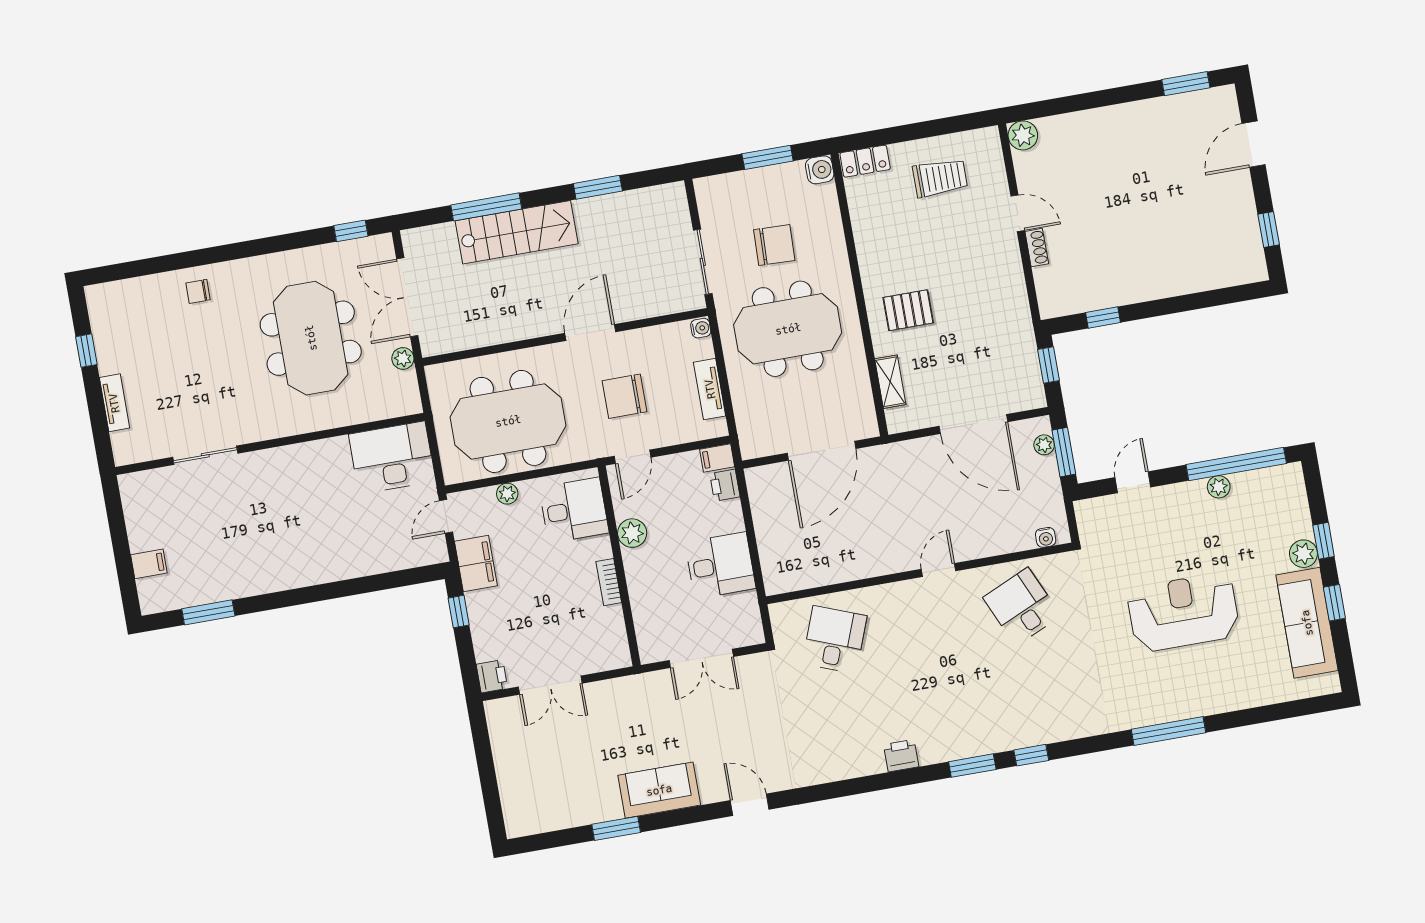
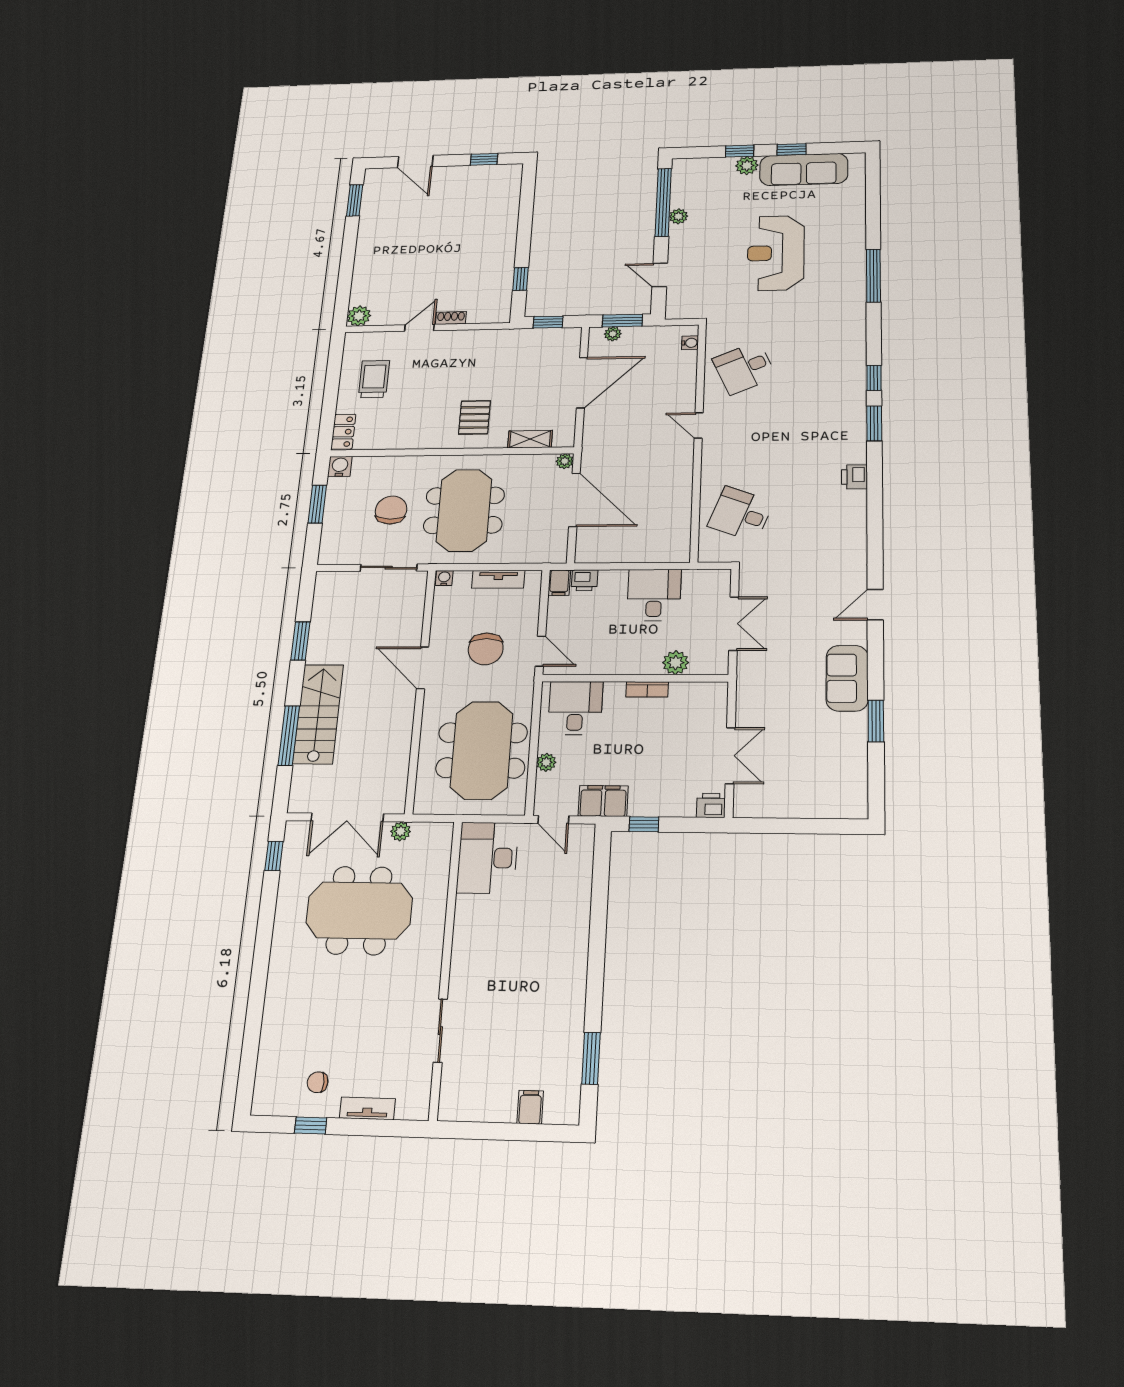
chair: (198, 291) -> (318, 1082), moved, turned 90
plant: (868, 428) -> (565, 461), added
plant: (632, 533) -> (676, 663), moved

